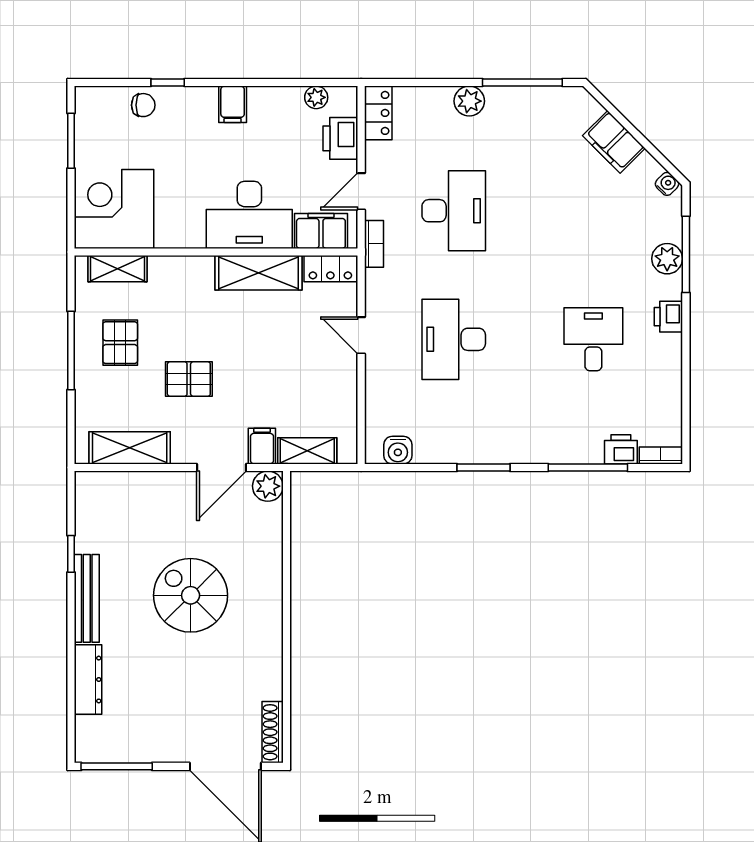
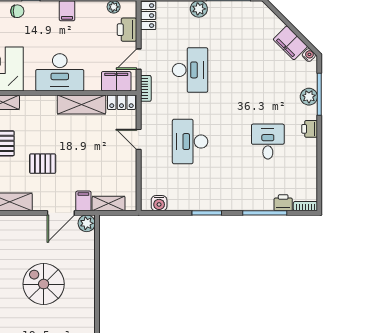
filing cabinet: (614, 142) -> (290, 43), moved
desk: (249, 215) -> (60, 72), moved

